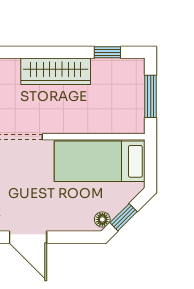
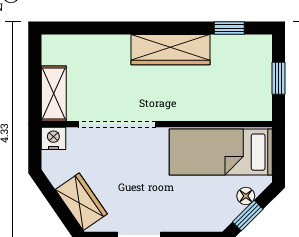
window: (151, 96) -> (278, 78), width x0.67
floor lamp: (102, 219) -> (246, 196), moved

